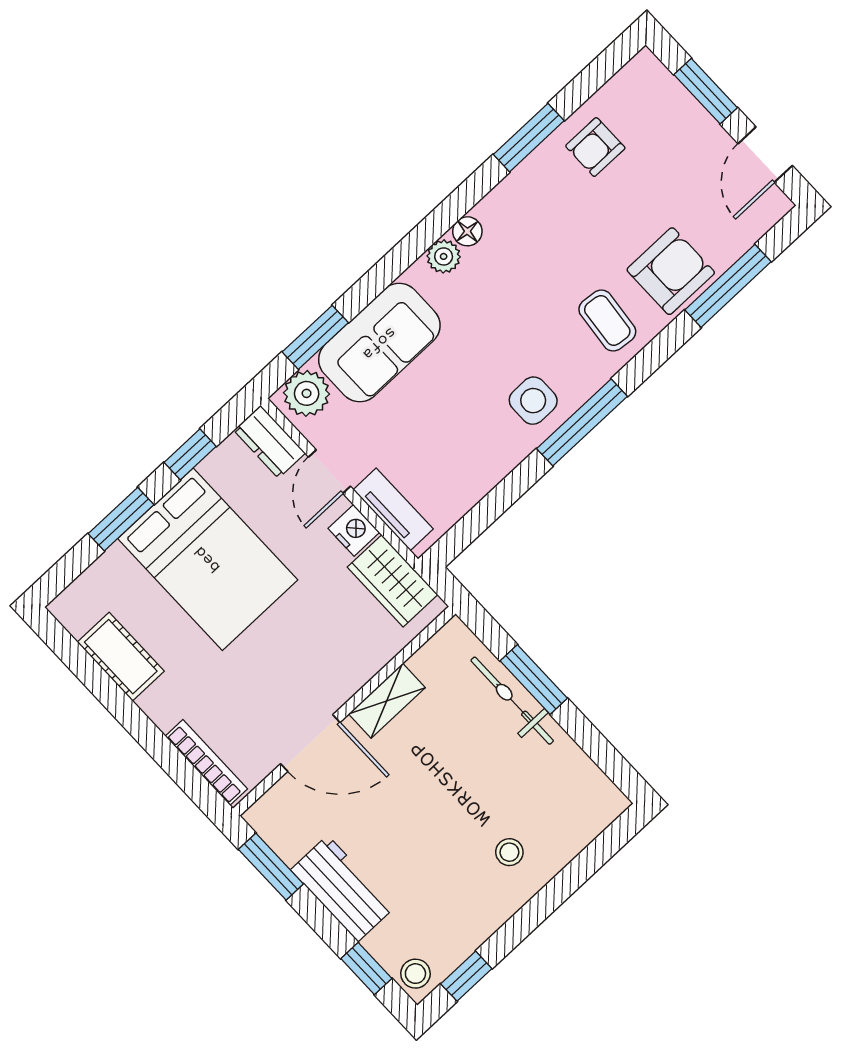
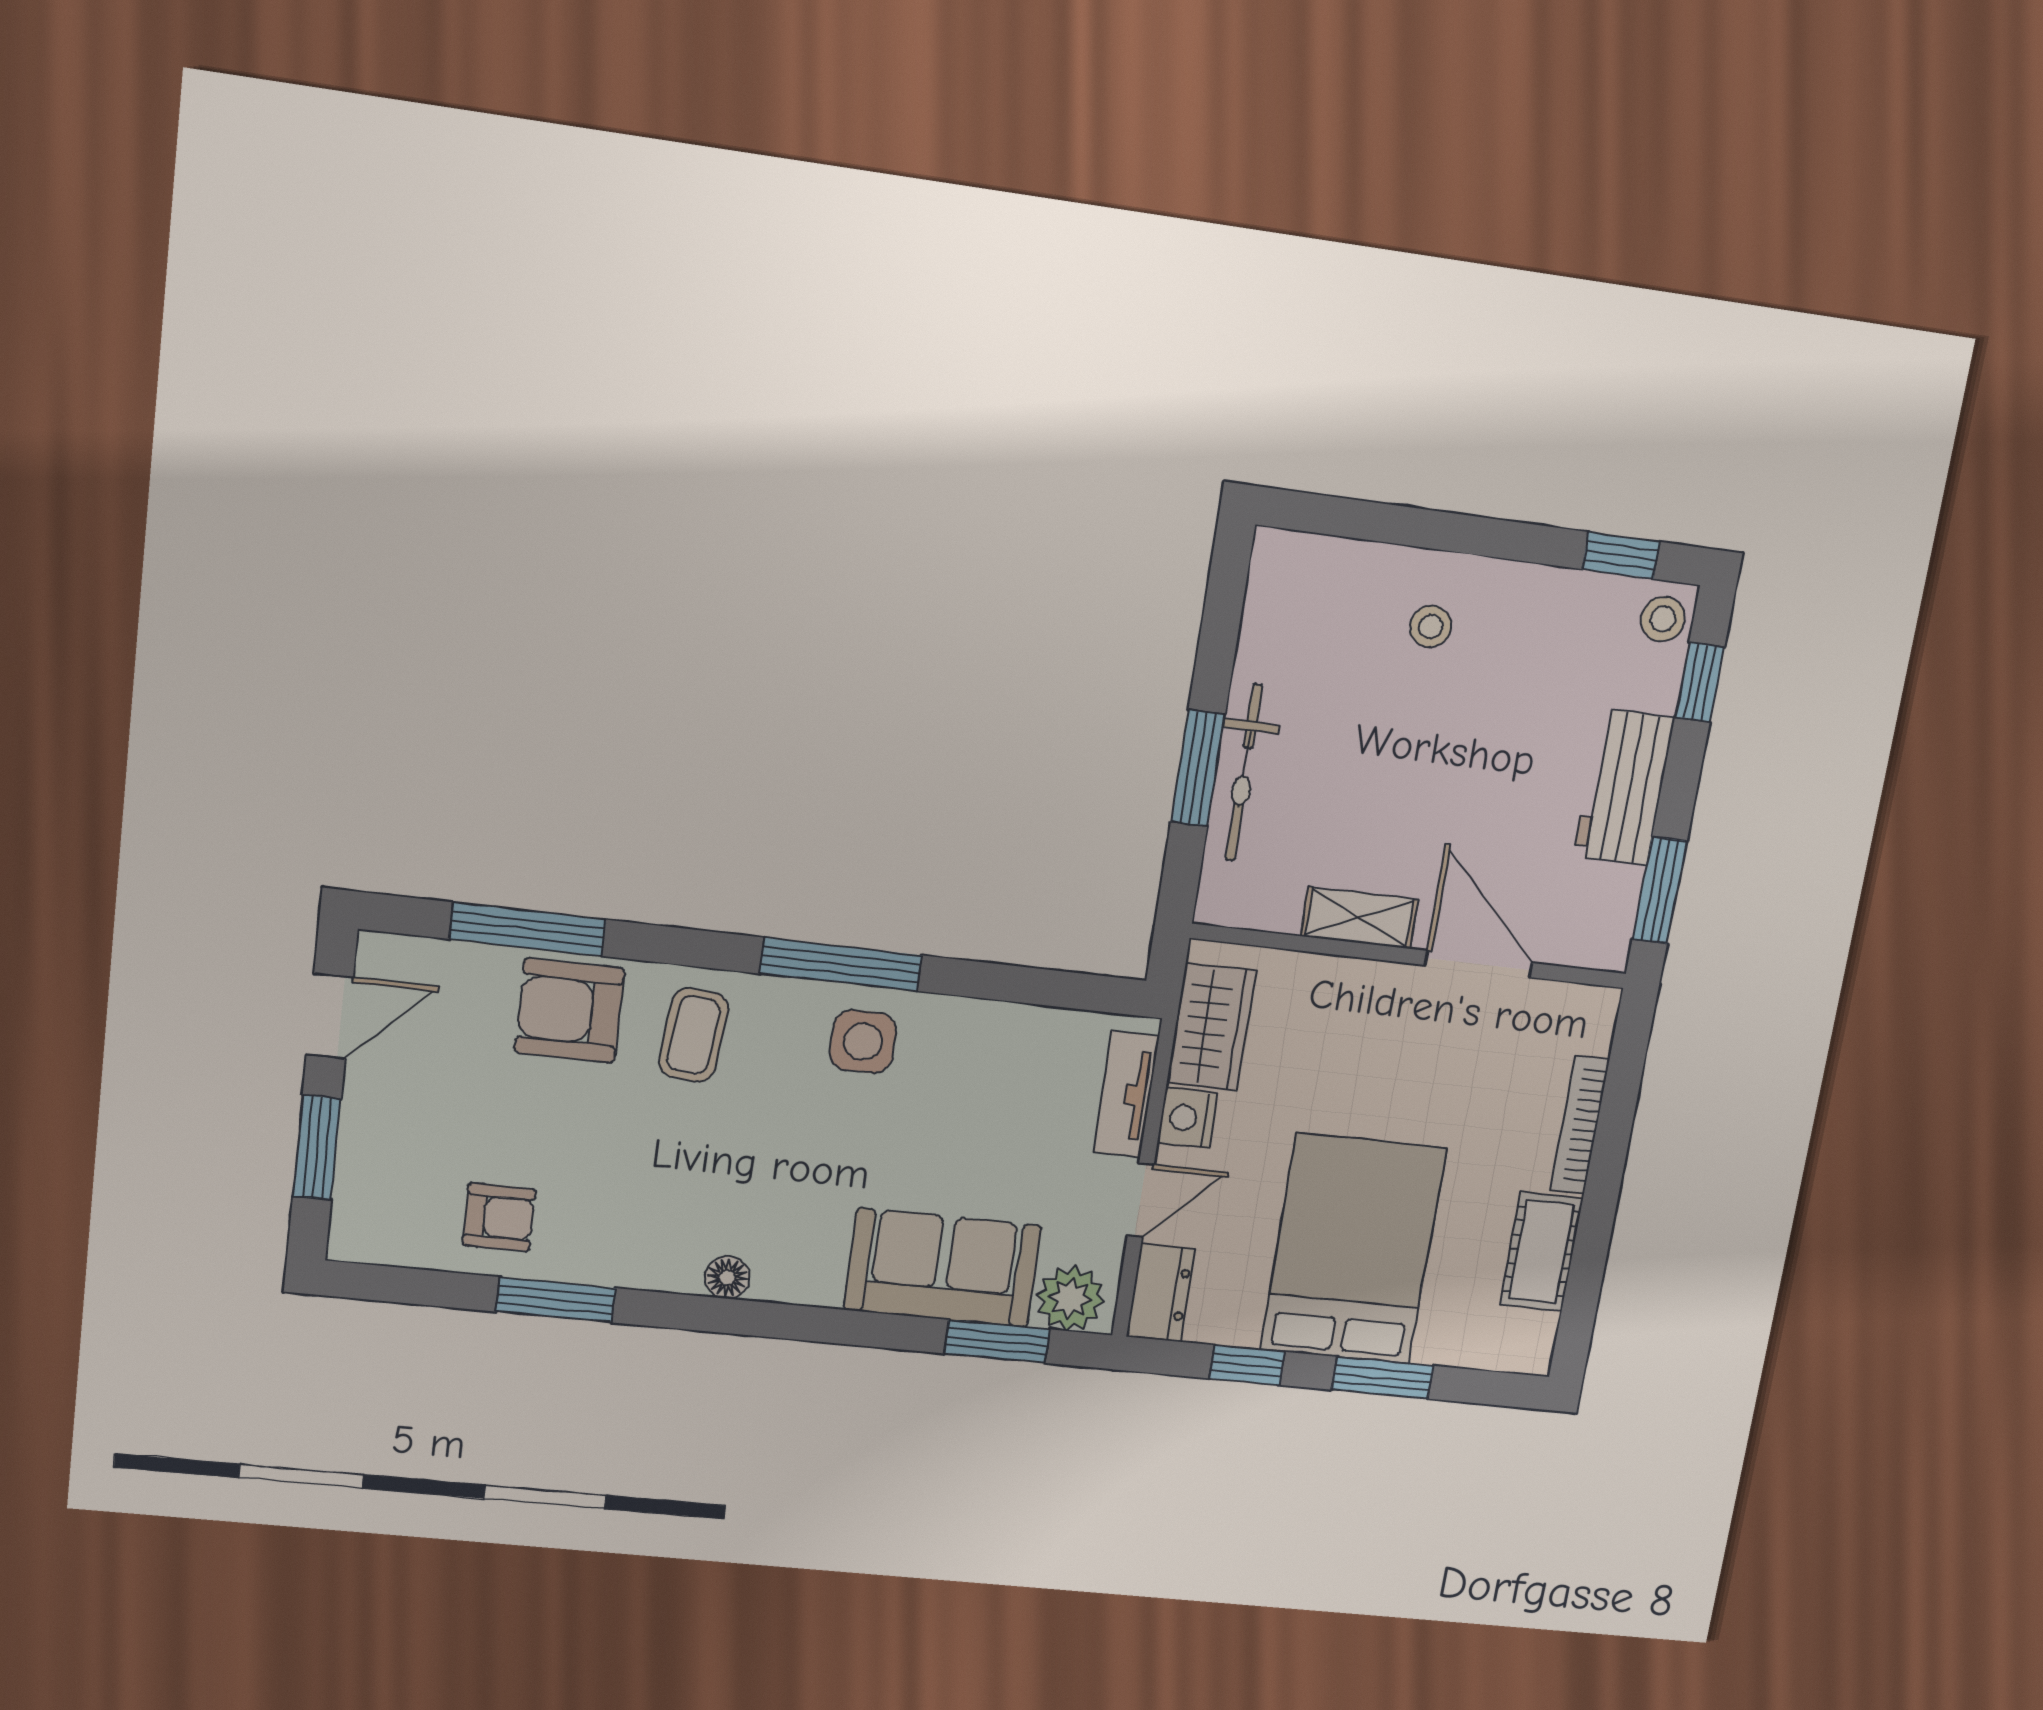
plant: (444, 256) -> (780, 1279), removed
bookcase: (206, 762) -> (1580, 1125), moved

